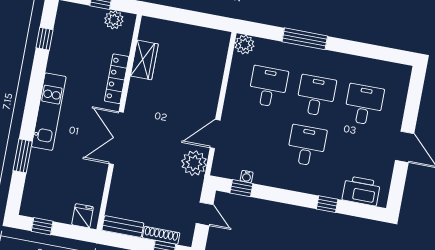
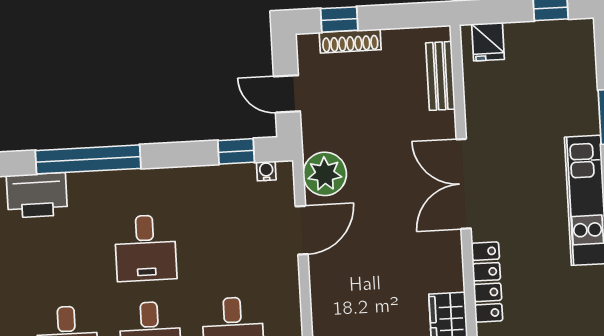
double door: (116, 138) -> (464, 184), swing flipped
water cooler: (247, 176) -> (266, 171), moved
window: (327, 204) -> (88, 159), width x3.17
bench: (123, 227) -> (440, 76), moved, turned 90

